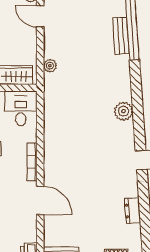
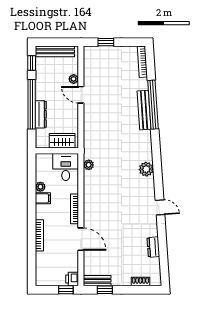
bench: (121, 36) -> (144, 110), width x1.36
plant: (50, 66) -> (89, 165), moved

